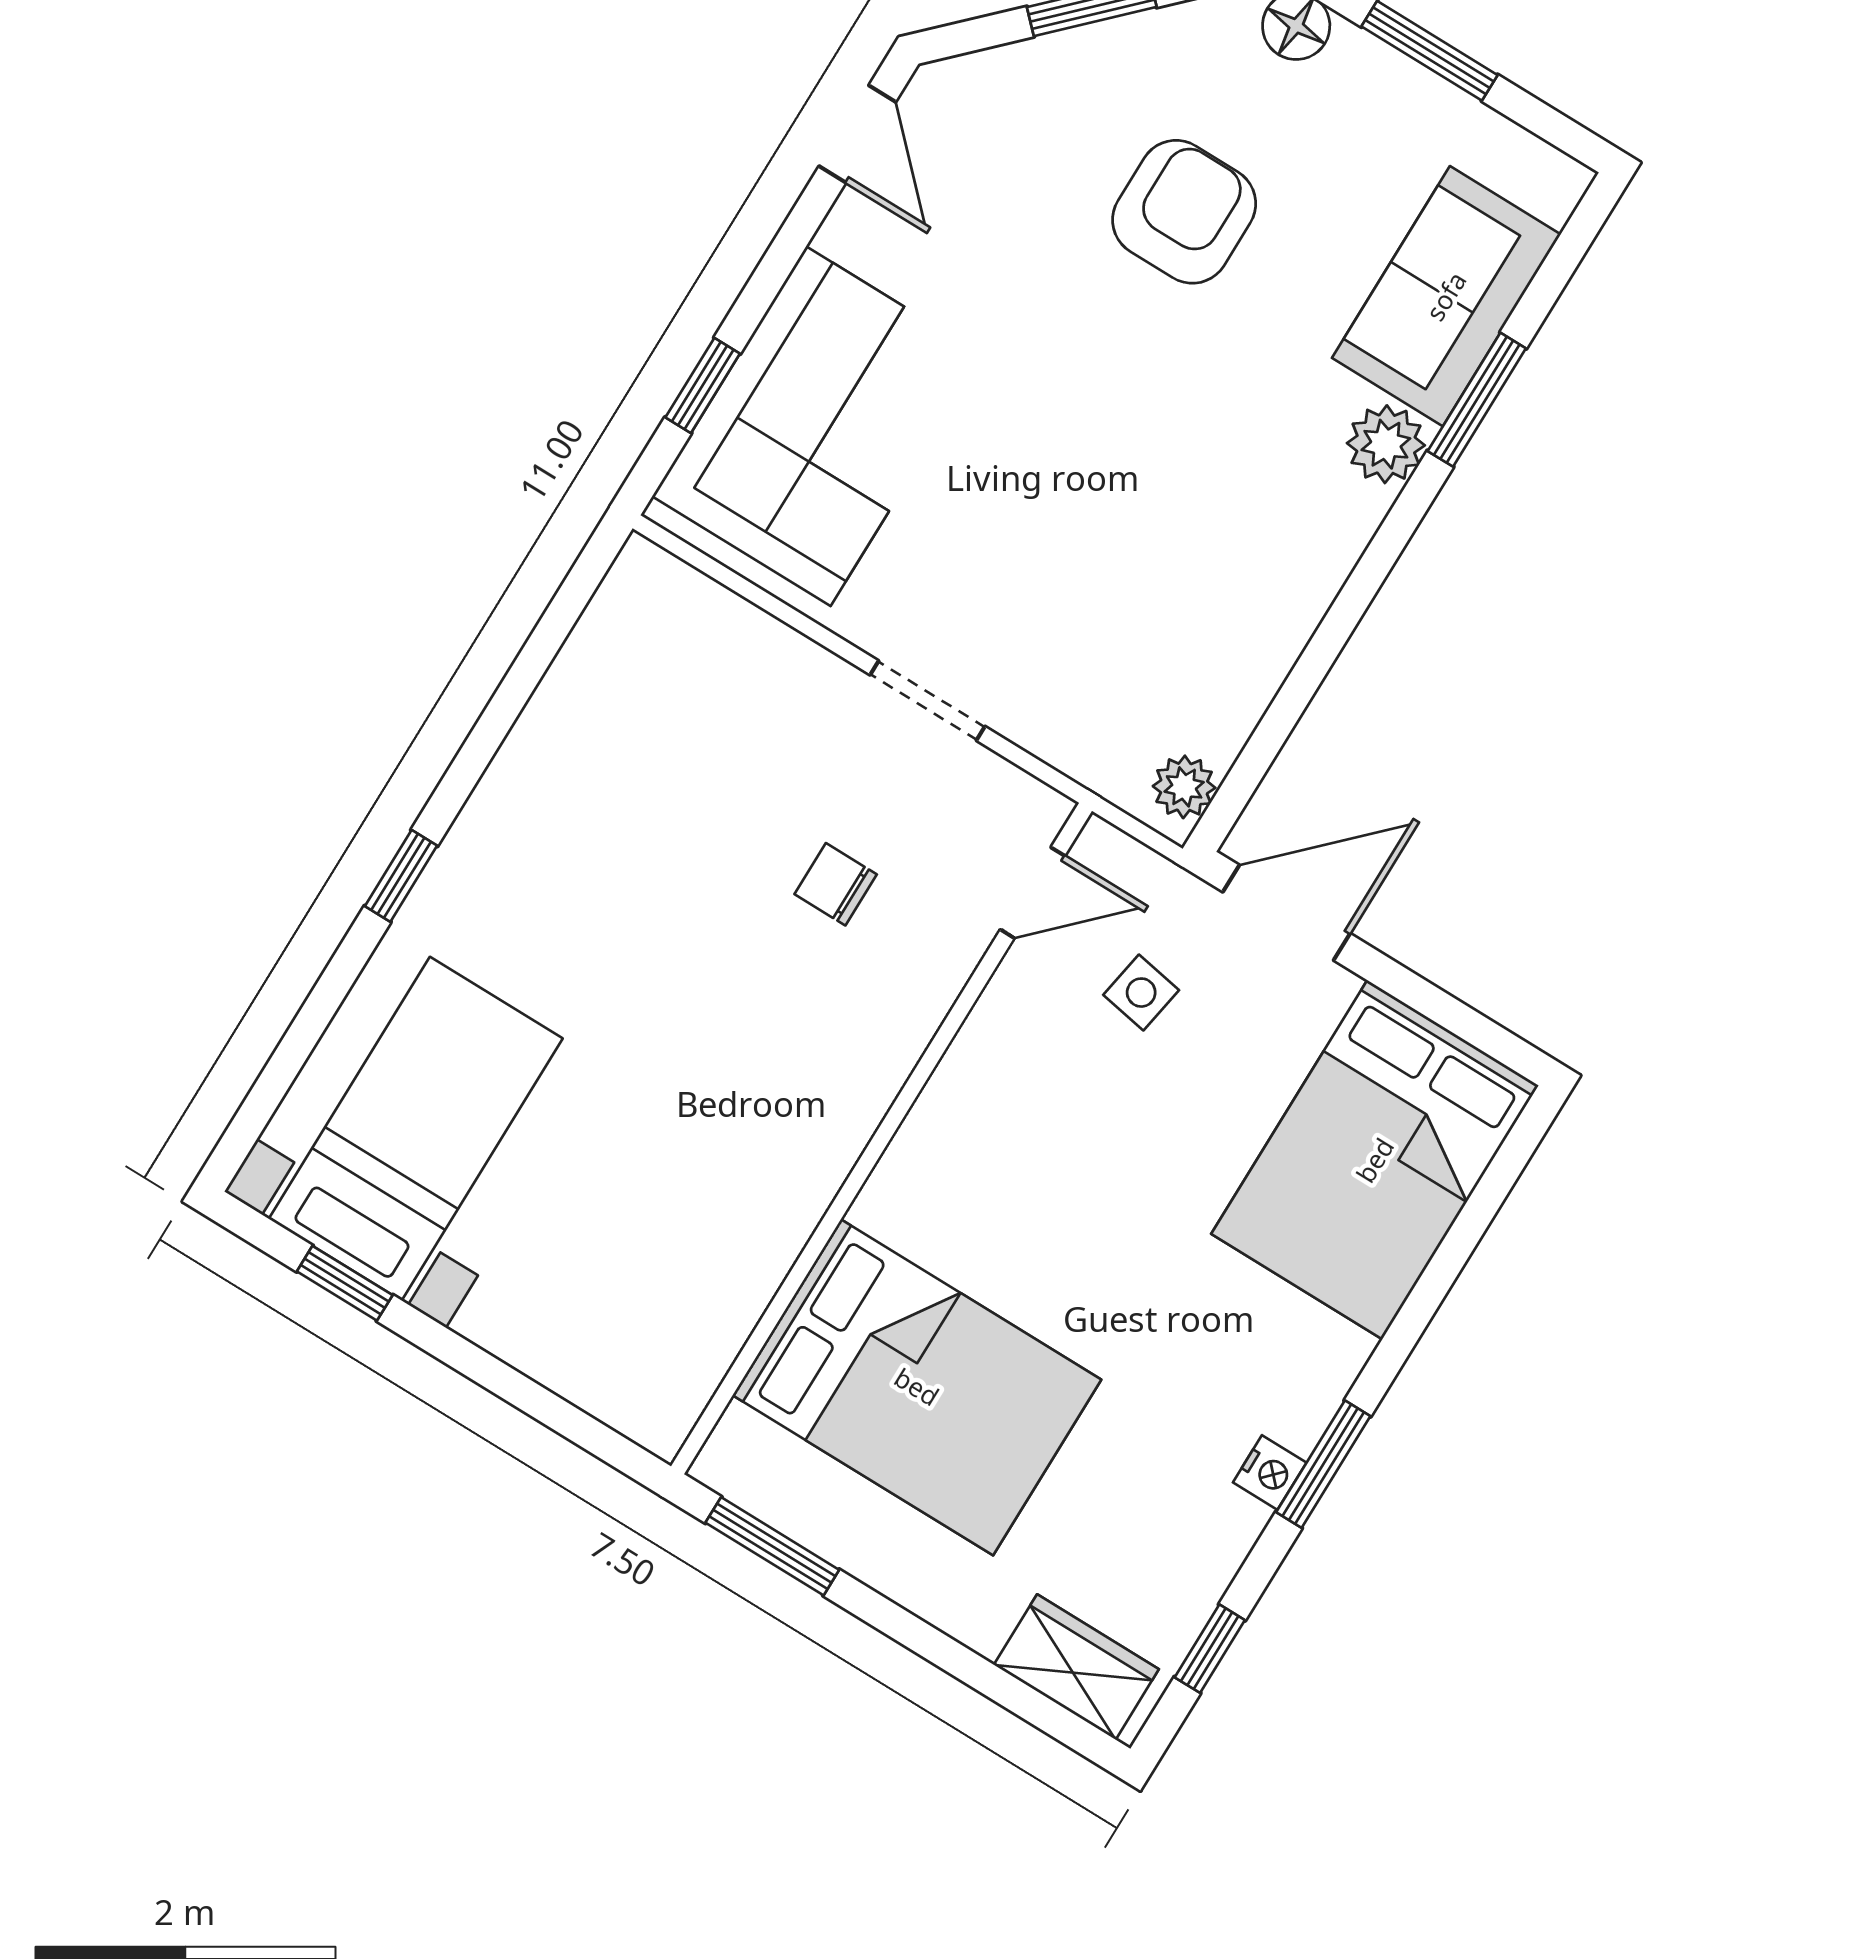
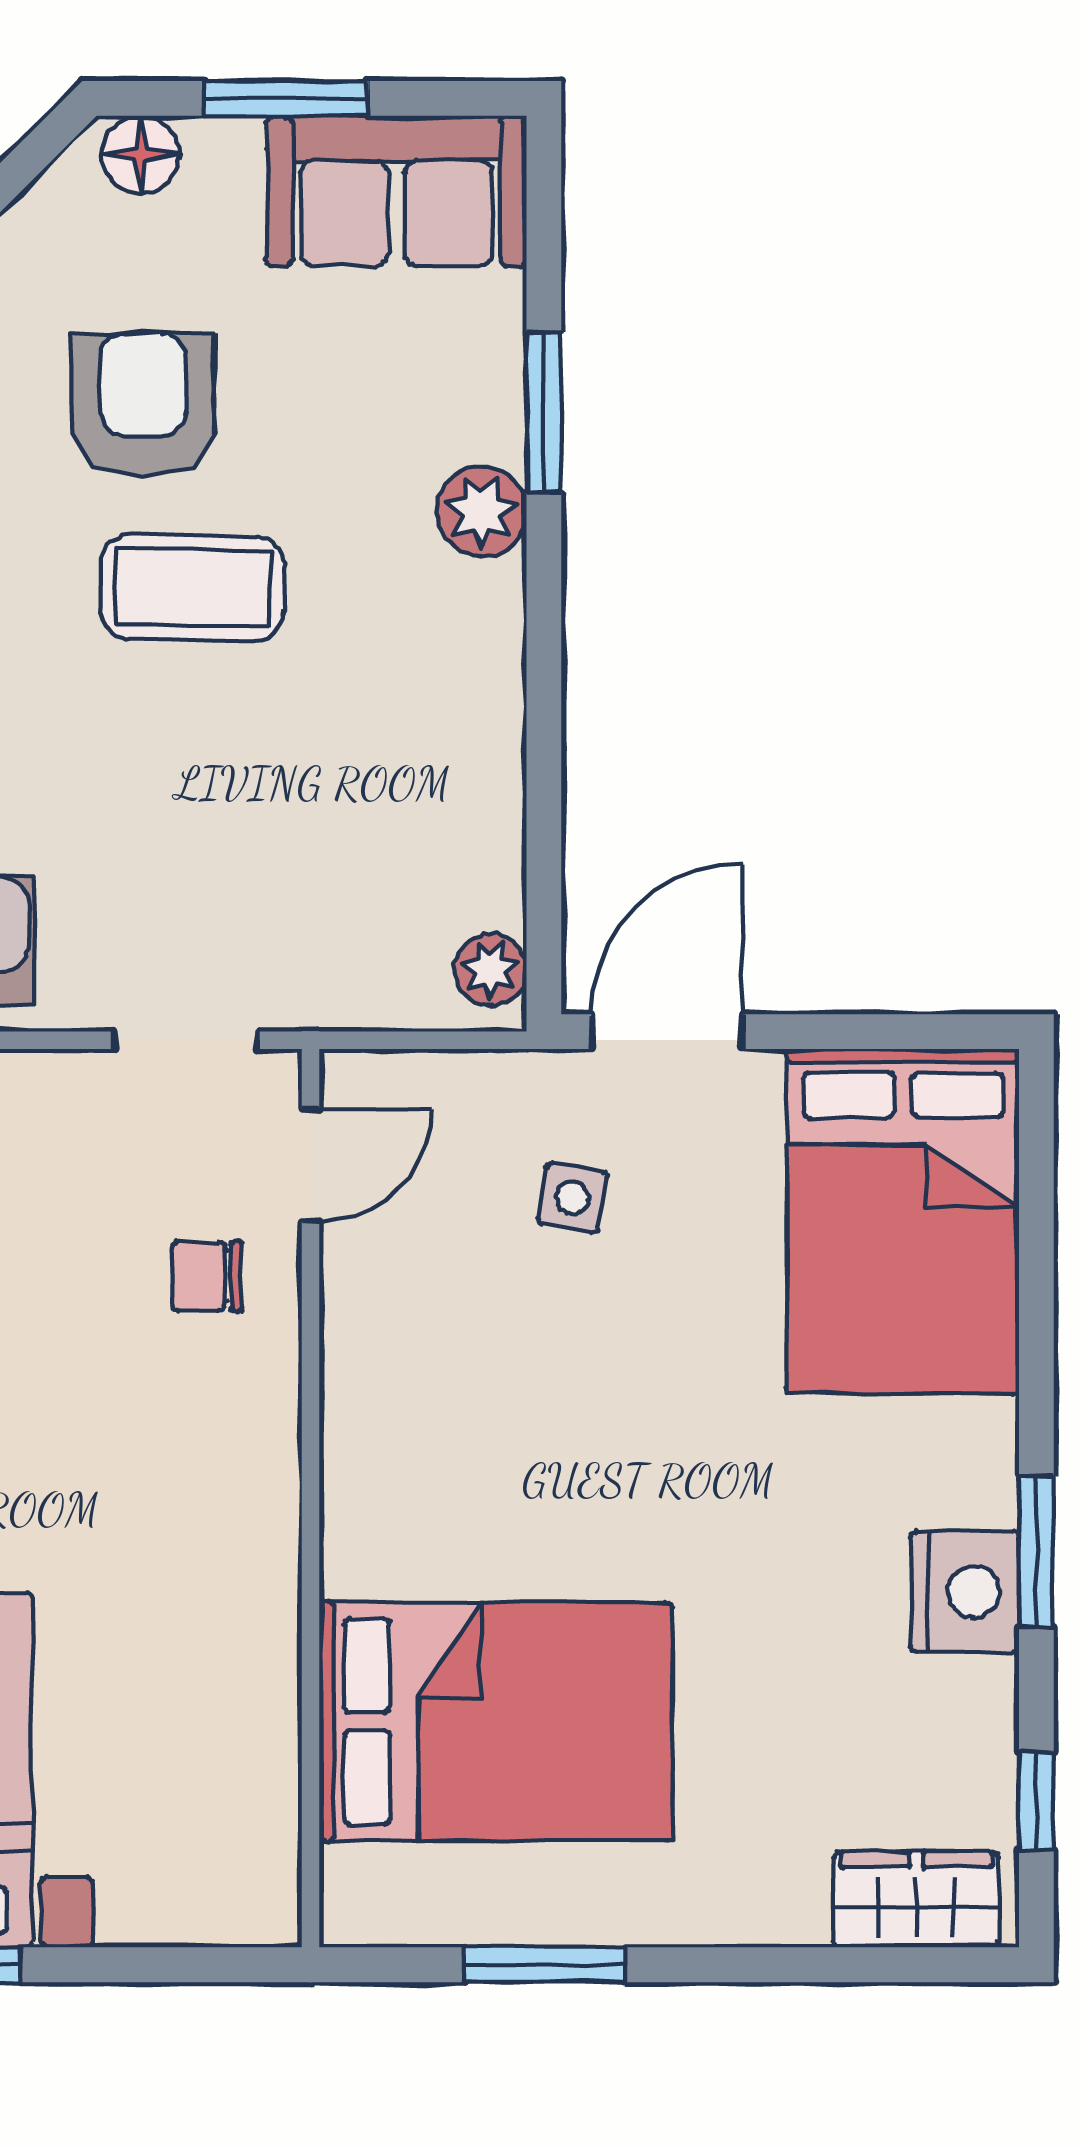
sofa: (1446, 296) -> (397, 191), moved, turned -90
coffee table: (1138, 369) -> (192, 588), added
door: (1033, 893) -> (311, 1165), moved
wall: (881, 1138) -> (311, 1498), moved
bed: (917, 1387) -> (496, 1721), moved
nightstand: (1270, 1472) -> (965, 1592), width x1.89, depth x1.79

